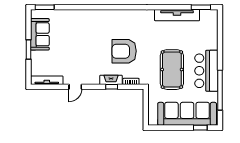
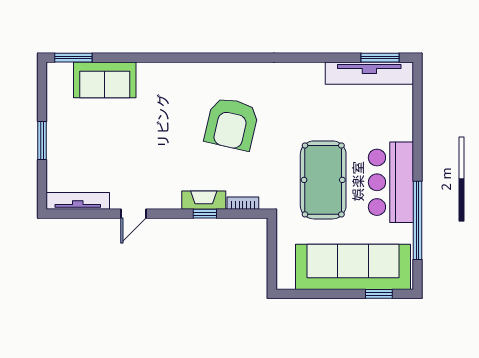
tv unit: (177, 15) -> (369, 73), moved
sofa: (40, 34) -> (105, 80), moved, turned 90
armchair: (124, 51) -> (232, 124), moved, turned -77

